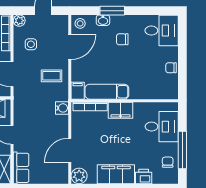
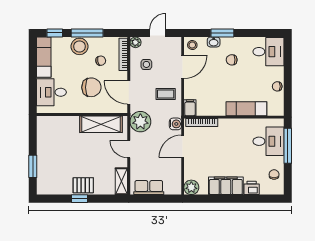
exam couch: (107, 92) -> (246, 109), moved
plant: (24, 106) -> (140, 122), added
filing cabinet: (121, 110) -> (230, 126), removed
door: (70, 150) -> (183, 146), moved
window: (182, 150) -> (288, 146), moved
row of seats: (21, 168) -> (149, 188), moved, turned -90

